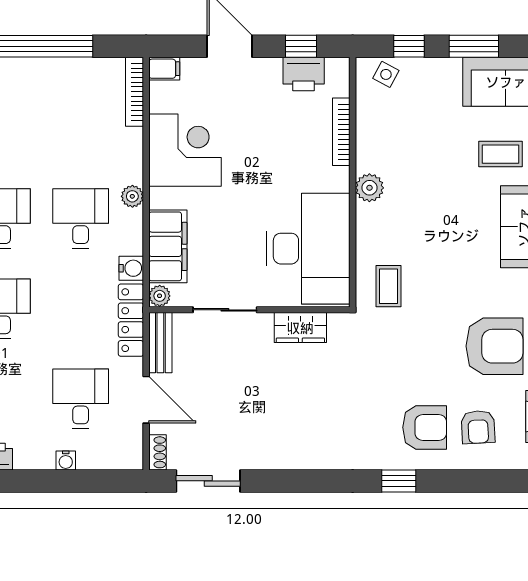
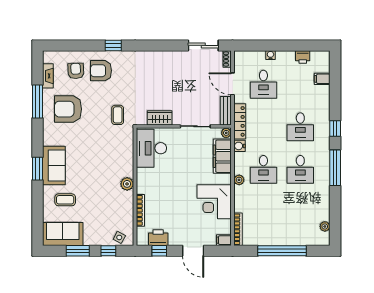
desk: (308, 249) -> (151, 148), width x0.73, depth x0.77
coffee table: (388, 286) -> (118, 115), moved

